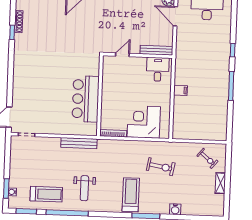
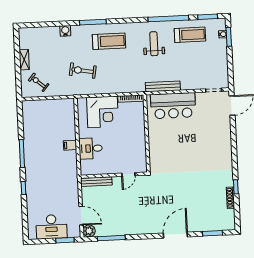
desk: (158, 69) -> (91, 148), moved, turned 90
bar counter: (86, 99) -> (173, 106), moved, turned 90
treadmill: (46, 194) -> (190, 35), turned 180
treadmill: (131, 195) -> (109, 41), turned -90

